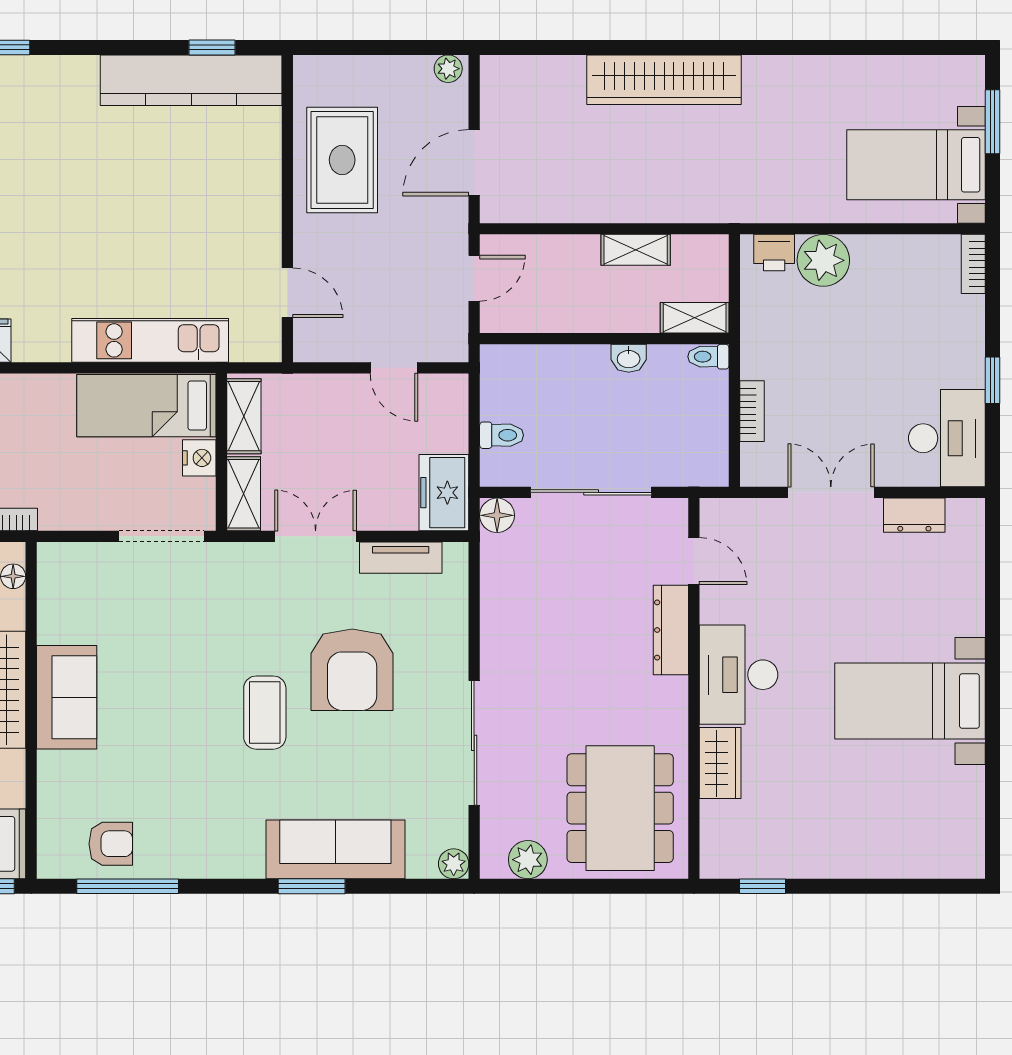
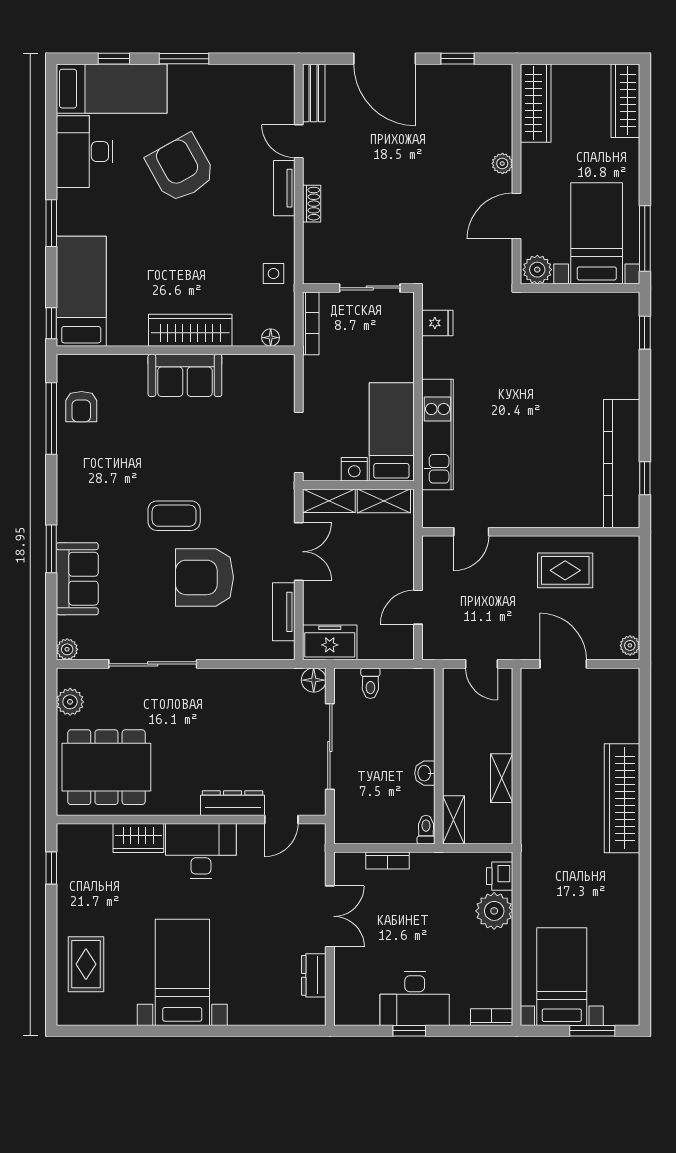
rug: (342, 160) -> (565, 570), width x0.73, depth x0.70
desk: (947, 438) -> (415, 998), moved
rug: (899, 837) -> (86, 964), added
sofa: (335, 849) -> (77, 579), width x0.73

